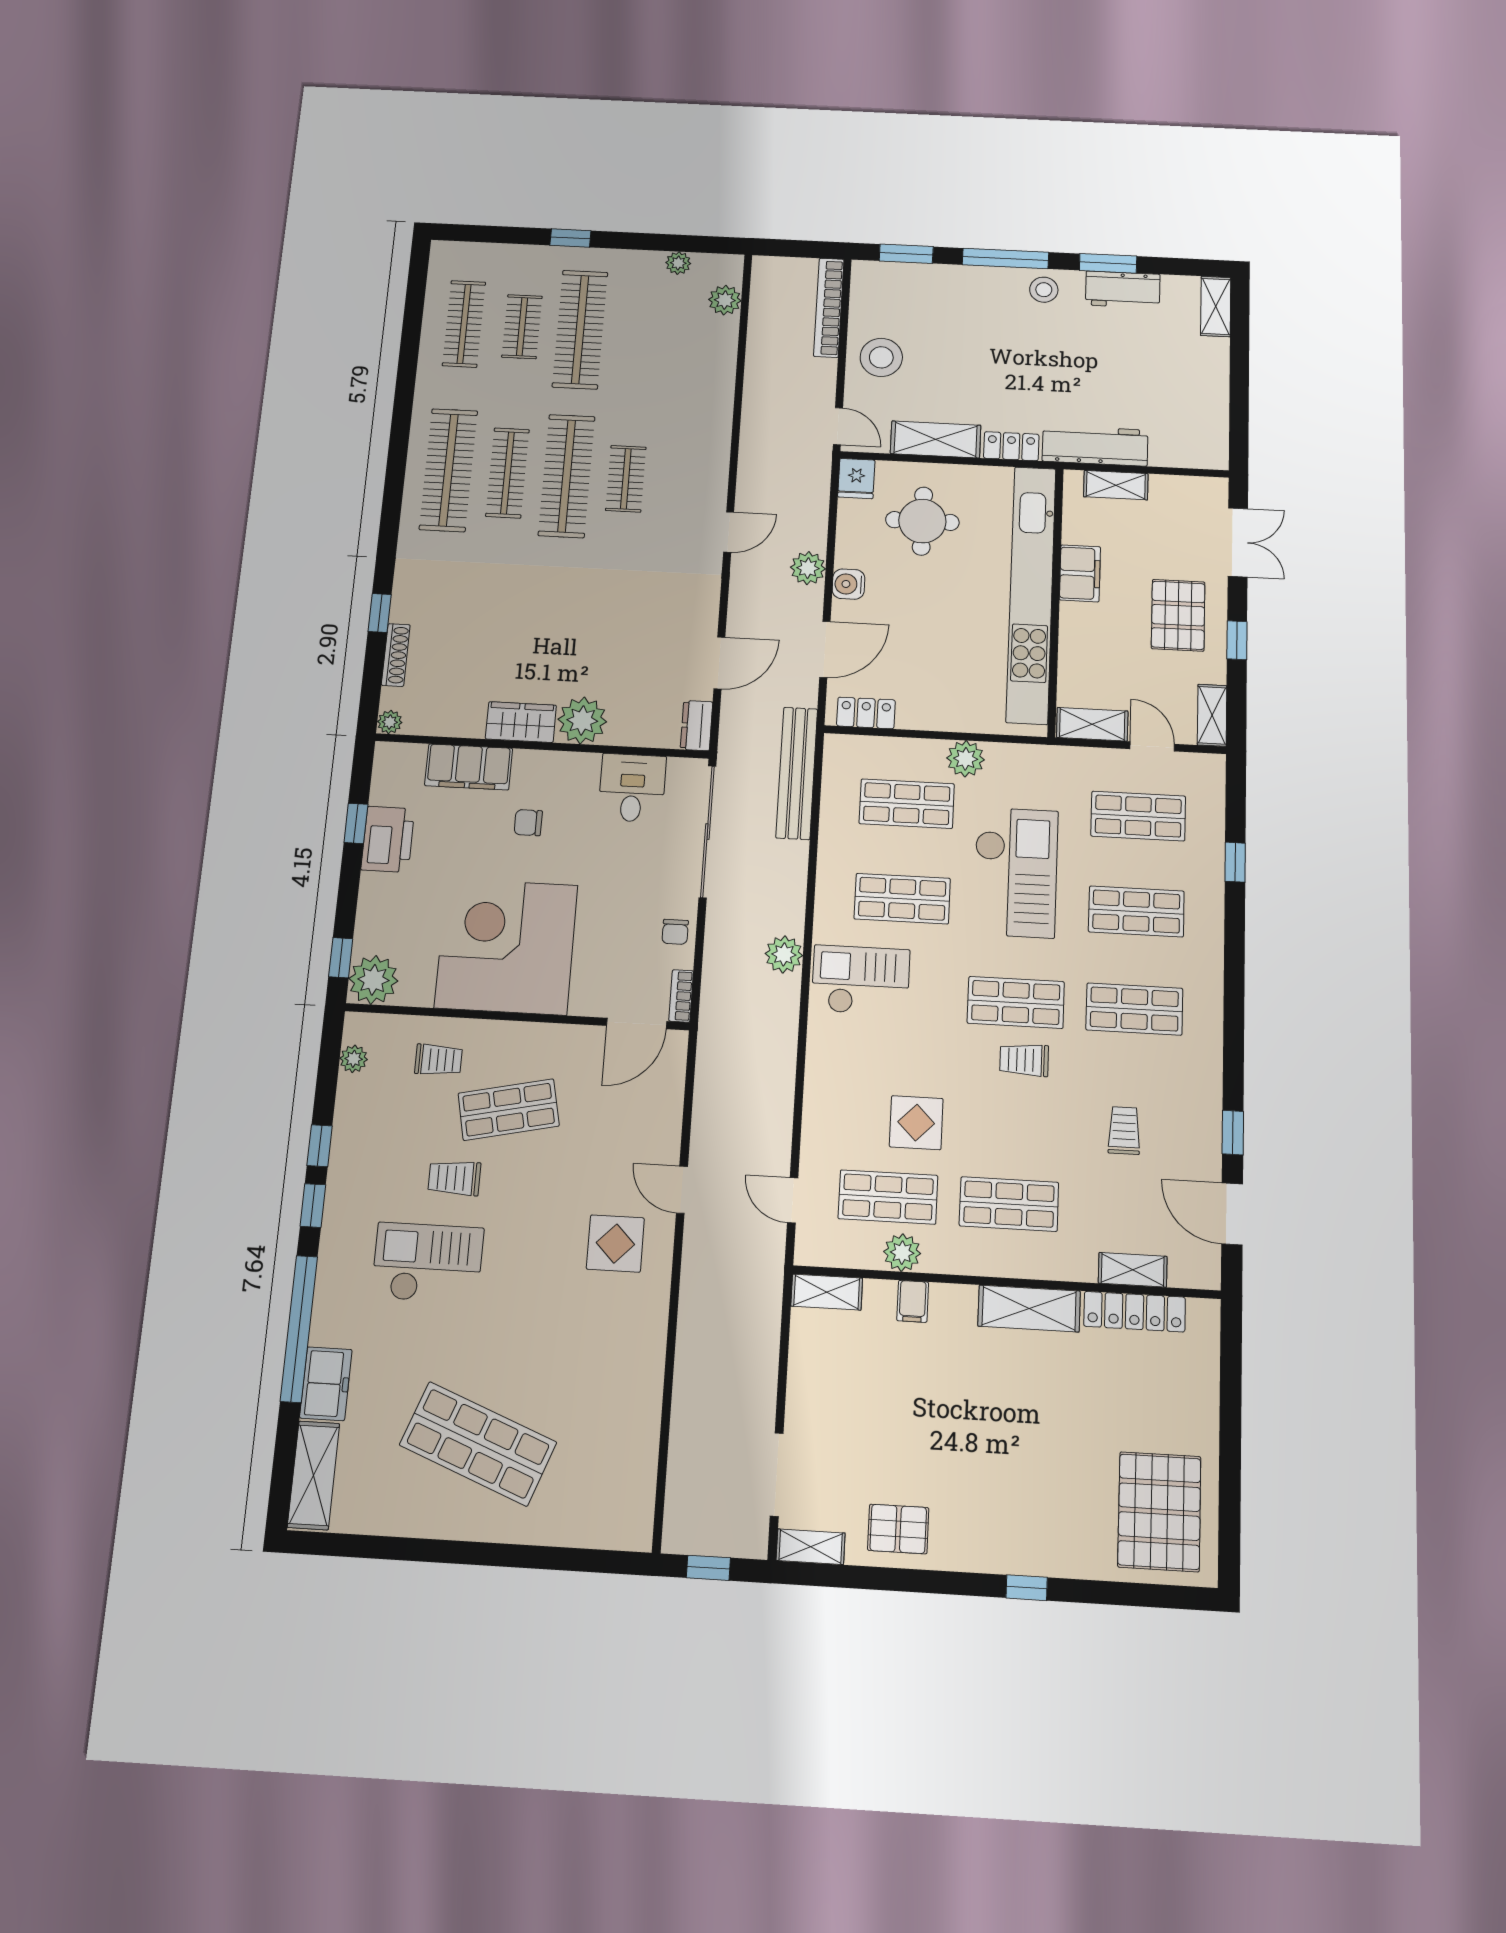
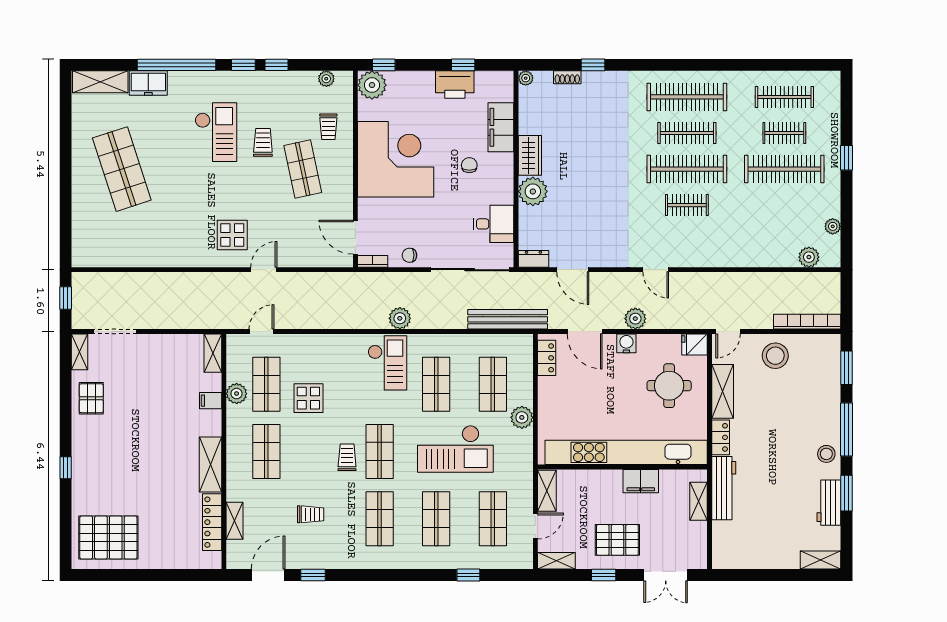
shoe rack: (396, 655) -> (567, 77), width x0.70
shop shelf: (478, 1444) -> (122, 169), turned -39

